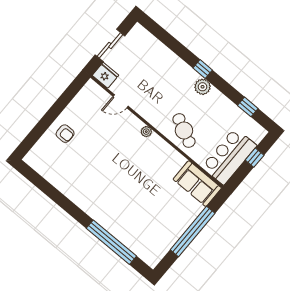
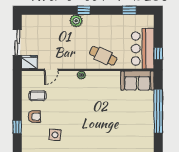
plant: (203, 87) -> (76, 21), moved
coffee table: (86, 115) -> (38, 96), added
window: (39, 130) -> (17, 127), added
window: (255, 158) -> (158, 54), moved
side table: (70, 169) -> (55, 135), added

